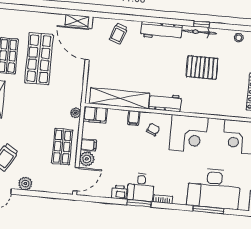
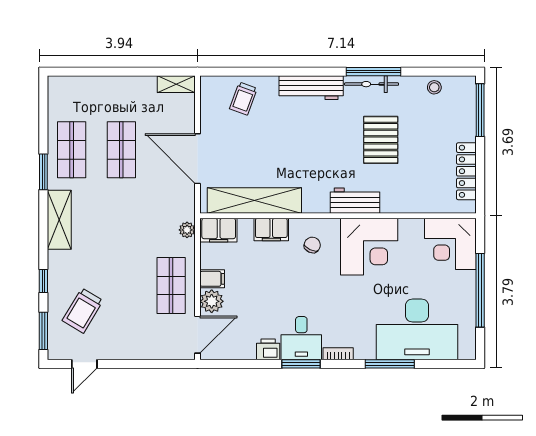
window: (202, 24) -> (374, 72), width x2.17
door: (88, 44) -> (198, 159), moved
shop shelf: (39, 59) -> (121, 150), width x0.70, depth x0.74
pallet: (202, 68) -> (381, 140), turned 90
workbench: (165, 102) -> (355, 201), moved
filing cabinet: (134, 118) -> (271, 230), width x2.00
plant: (25, 184) -> (118, 349), removed
window: (208, 210) -> (390, 364), moved

